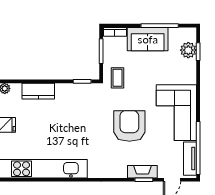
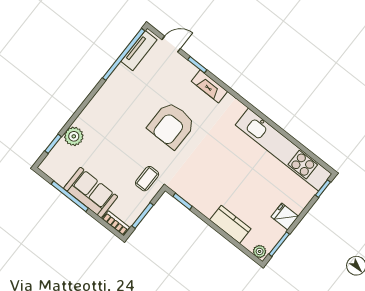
plant: (188, 50) -> (74, 136), moved
corner sofa: (176, 113) -> (118, 103), removed
fireplace: (142, 172) -> (209, 86), moved

